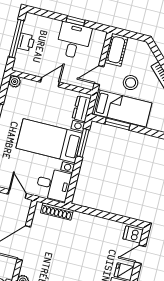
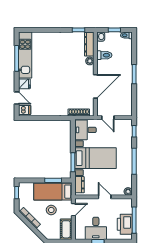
printer: (26, 42) -> (125, 224), width x1.87, depth x1.48
door: (50, 82) -> (105, 197), swing flipped
door: (140, 254) -> (17, 98), hinge flipped

